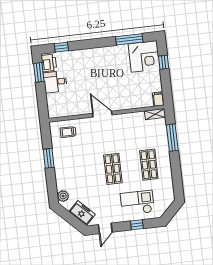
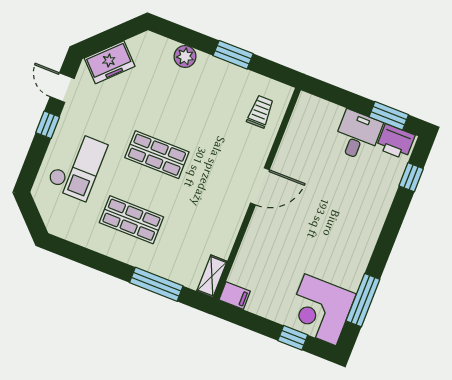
plant: (63, 196) -> (185, 56), moved
window: (137, 225) -> (48, 125), moved

